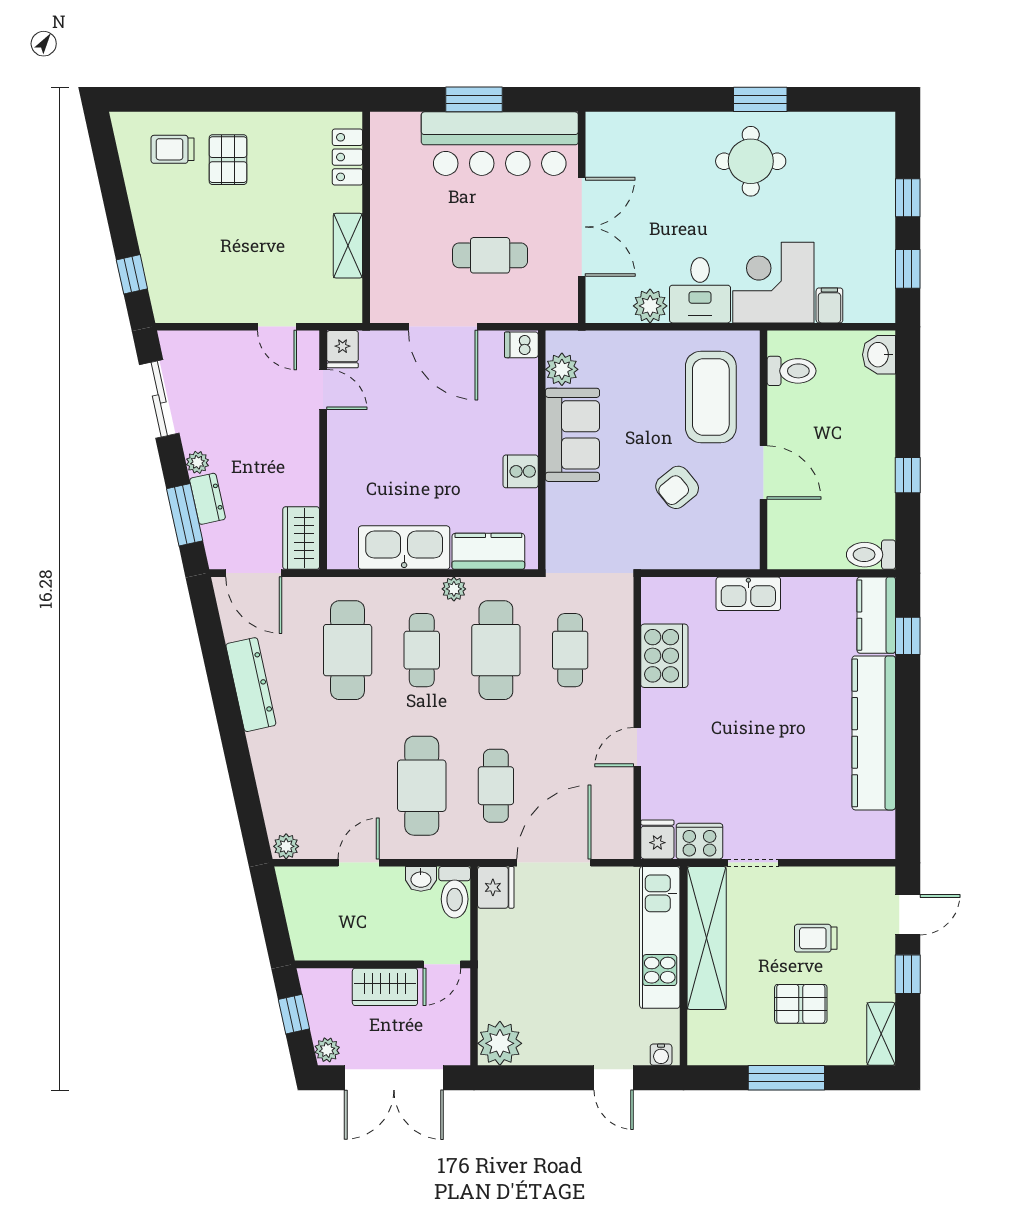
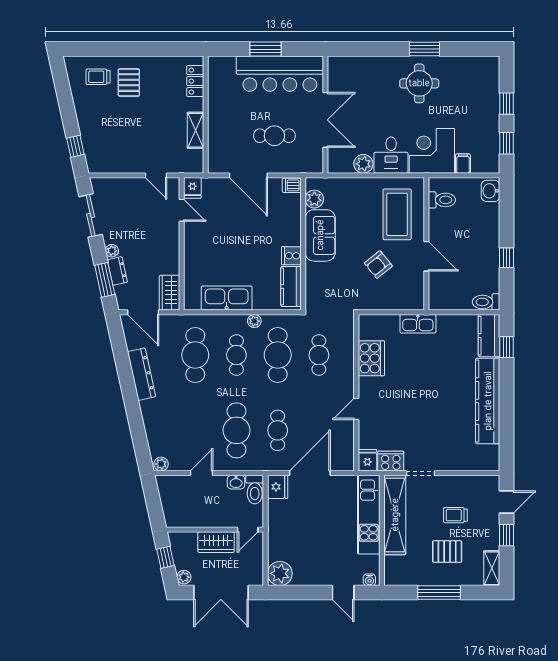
kitchen counter: (488, 551) -> (291, 286), moved, turned -90

